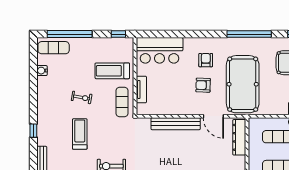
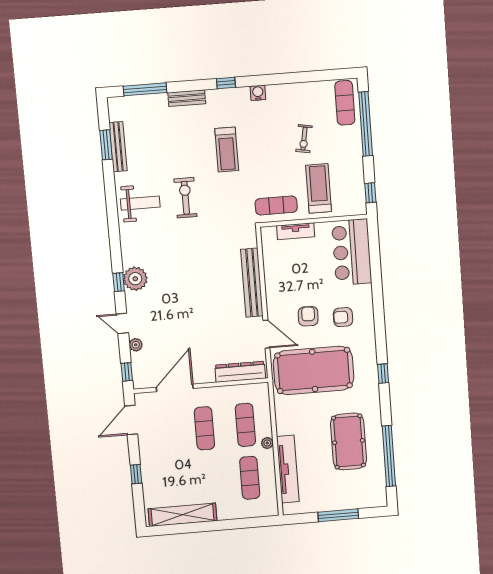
window: (249, 34) -> (383, 374), width x0.32
armchair: (206, 60) -> (343, 317), turned 180
water cooler: (42, 71) -> (258, 93), moved
exercise bike: (82, 97) -> (304, 139), moved
door: (213, 116) -> (266, 334), swing flipped
treadmill: (80, 134) -> (227, 150), turned 90

